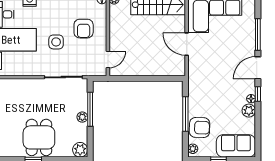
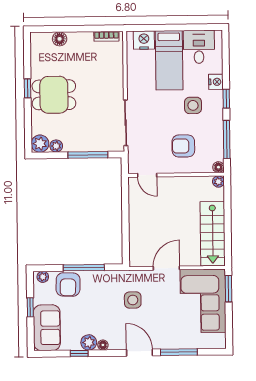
side table: (56, 42) -> (193, 105), moved
side table: (213, 73) -> (133, 300), added
window: (258, 94) -> (79, 353), moved
plant: (82, 117) -> (56, 146), moved

